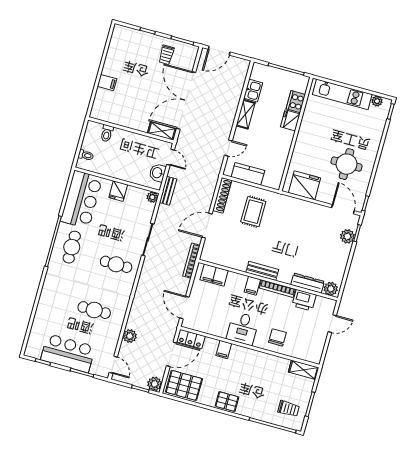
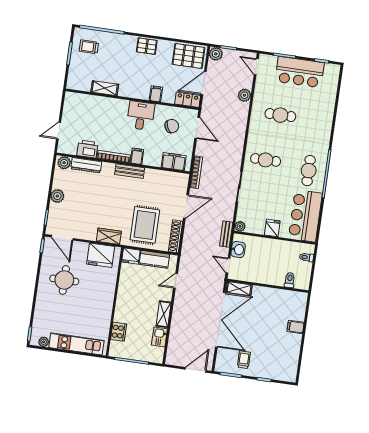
fridge: (290, 120) -> (131, 256), moved, turned 90
wardrobe: (293, 205) -> (109, 236), added
rug: (253, 212) -> (145, 225), width x1.36, depth x1.43
plant: (347, 236) -> (57, 196), moved
chair: (277, 337) -> (172, 126), moved, turned -114
shelving: (304, 370) -> (105, 88), moved

